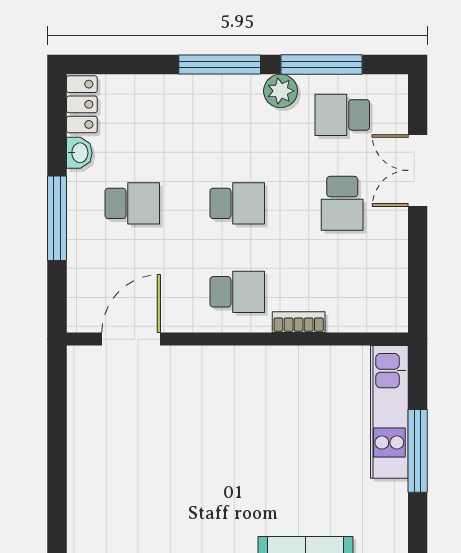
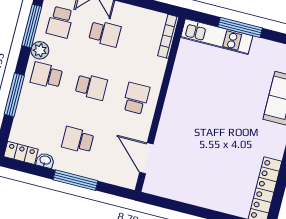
window: (220, 65) -> (14, 95), moved
school desk: (237, 115) -> (46, 75), added
school desk: (132, 203) -> (78, 140), turned -90
school desk: (237, 203) -> (91, 87), turned 90
bookcase: (299, 322) -> (168, 36), moved, width x1.56

